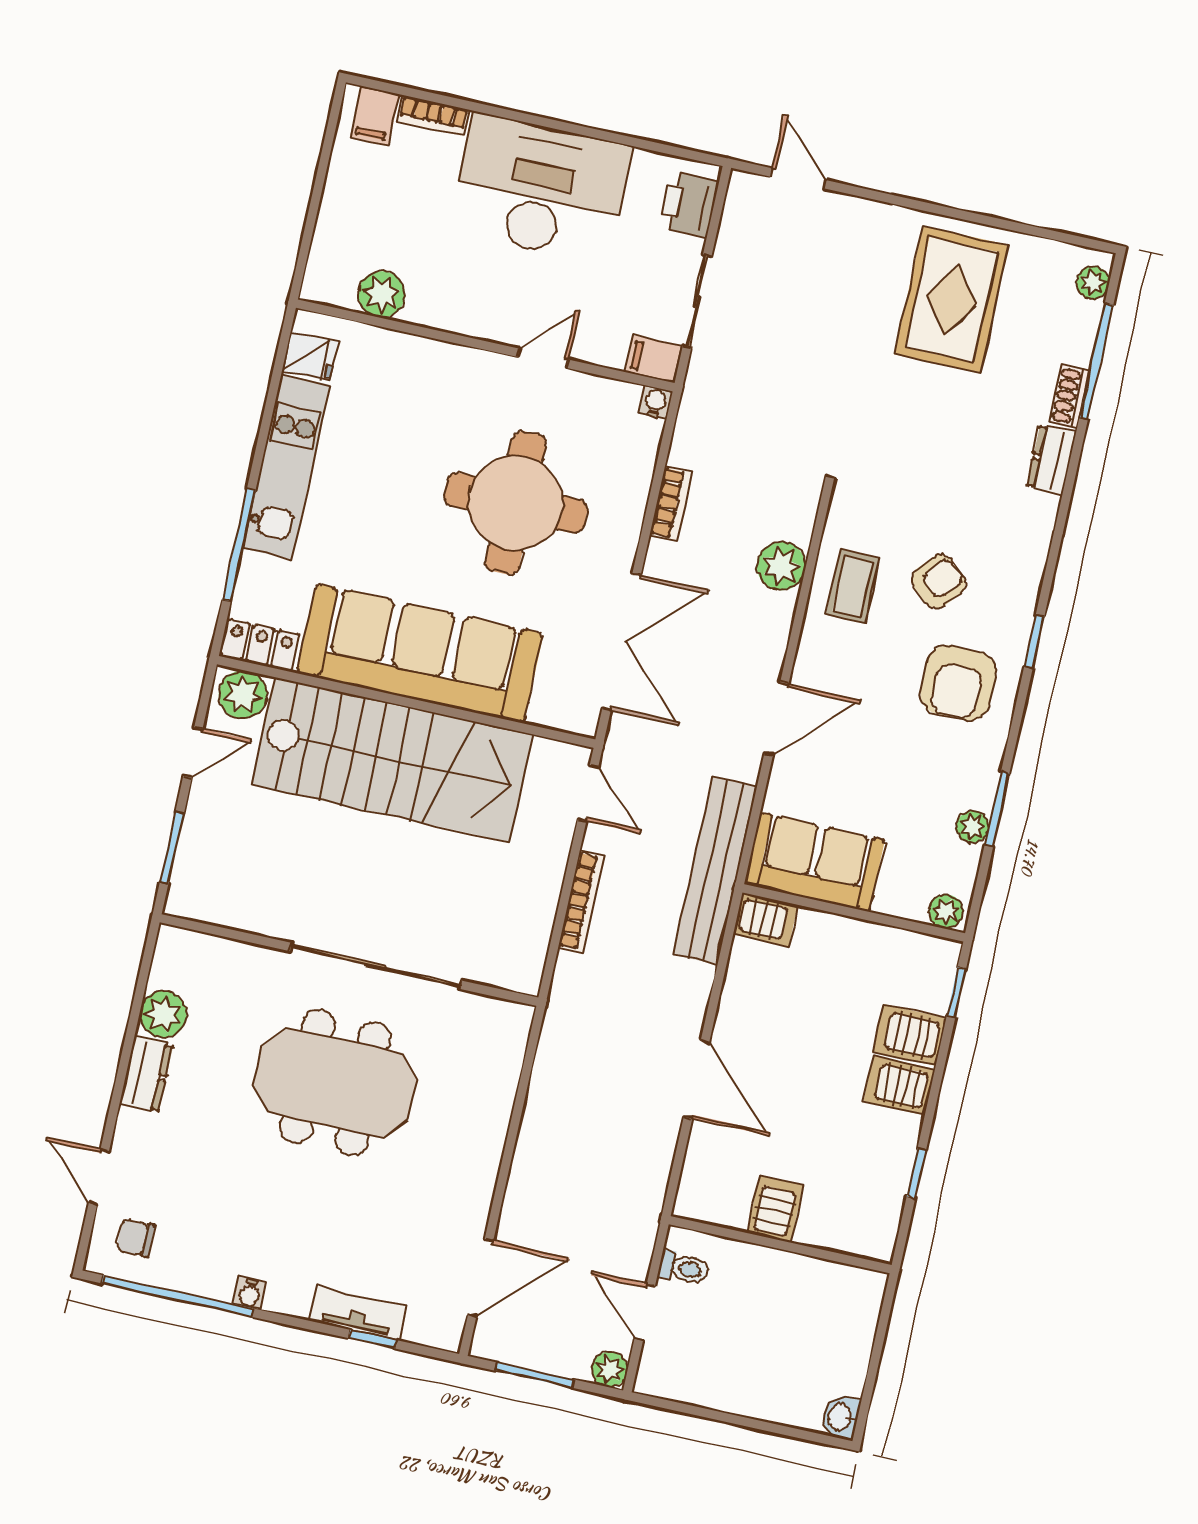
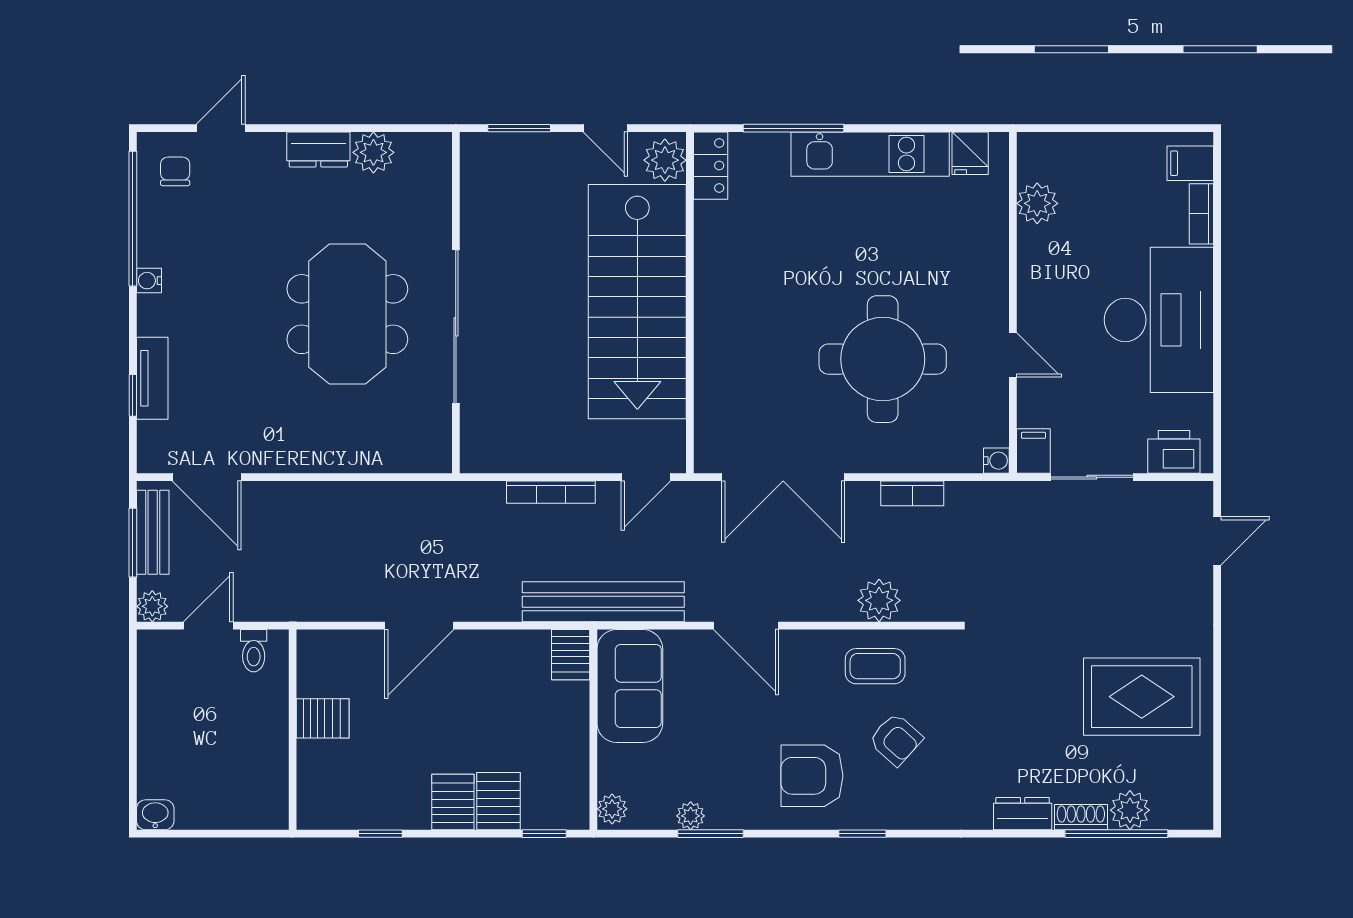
plant: (1093, 283) -> (1130, 810), moved, width x1.38, depth x1.38
sofa: (420, 653) -> (734, 305), removed
bench: (528, 1351) -> (153, 532), added

